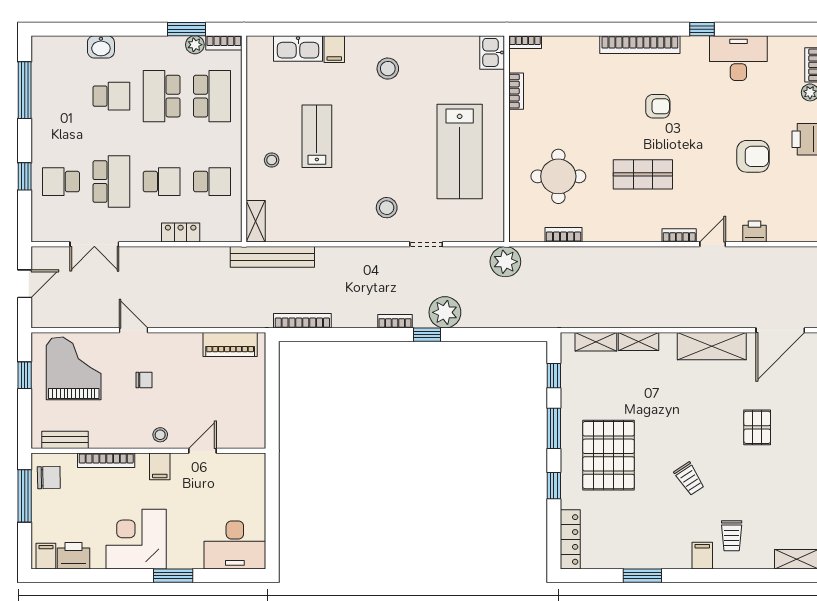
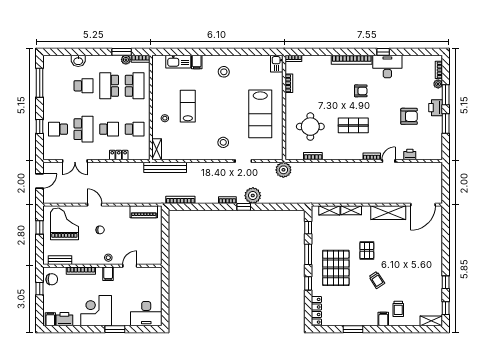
desk: (738, 58) -> (387, 66), moved
pallet: (757, 427) -> (367, 250), moved
window: (25, 496) -> (40, 289), width x0.46

